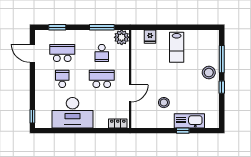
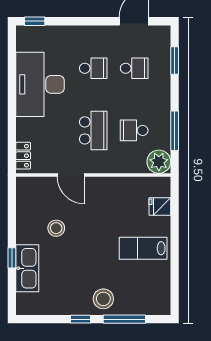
school desk: (62, 53) -> (134, 68), width x0.54

